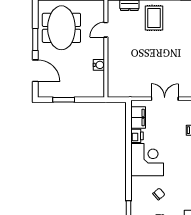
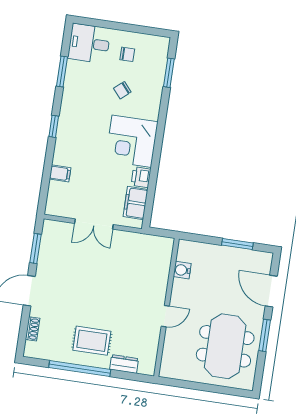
rug: (154, 18) -> (92, 341), turned 90
door: (106, 30) -> (165, 316), moved
water cooler: (99, 65) -> (182, 270), moved

